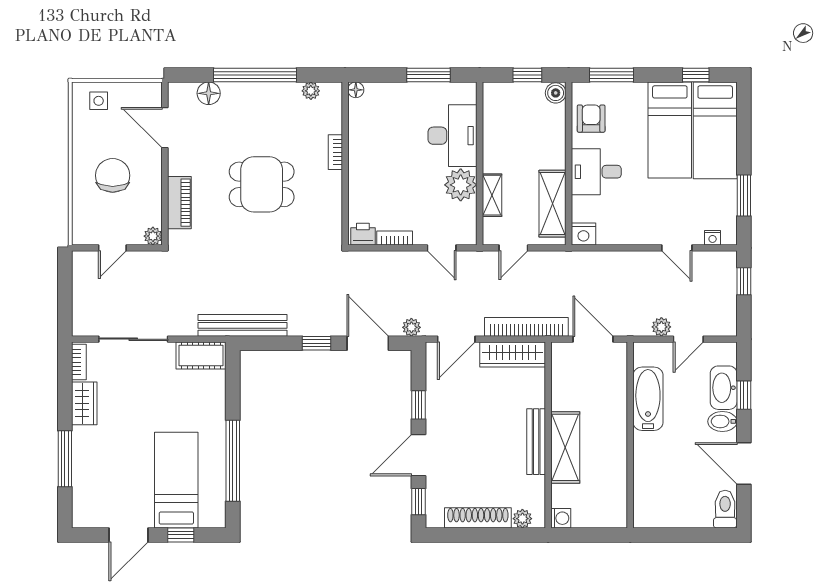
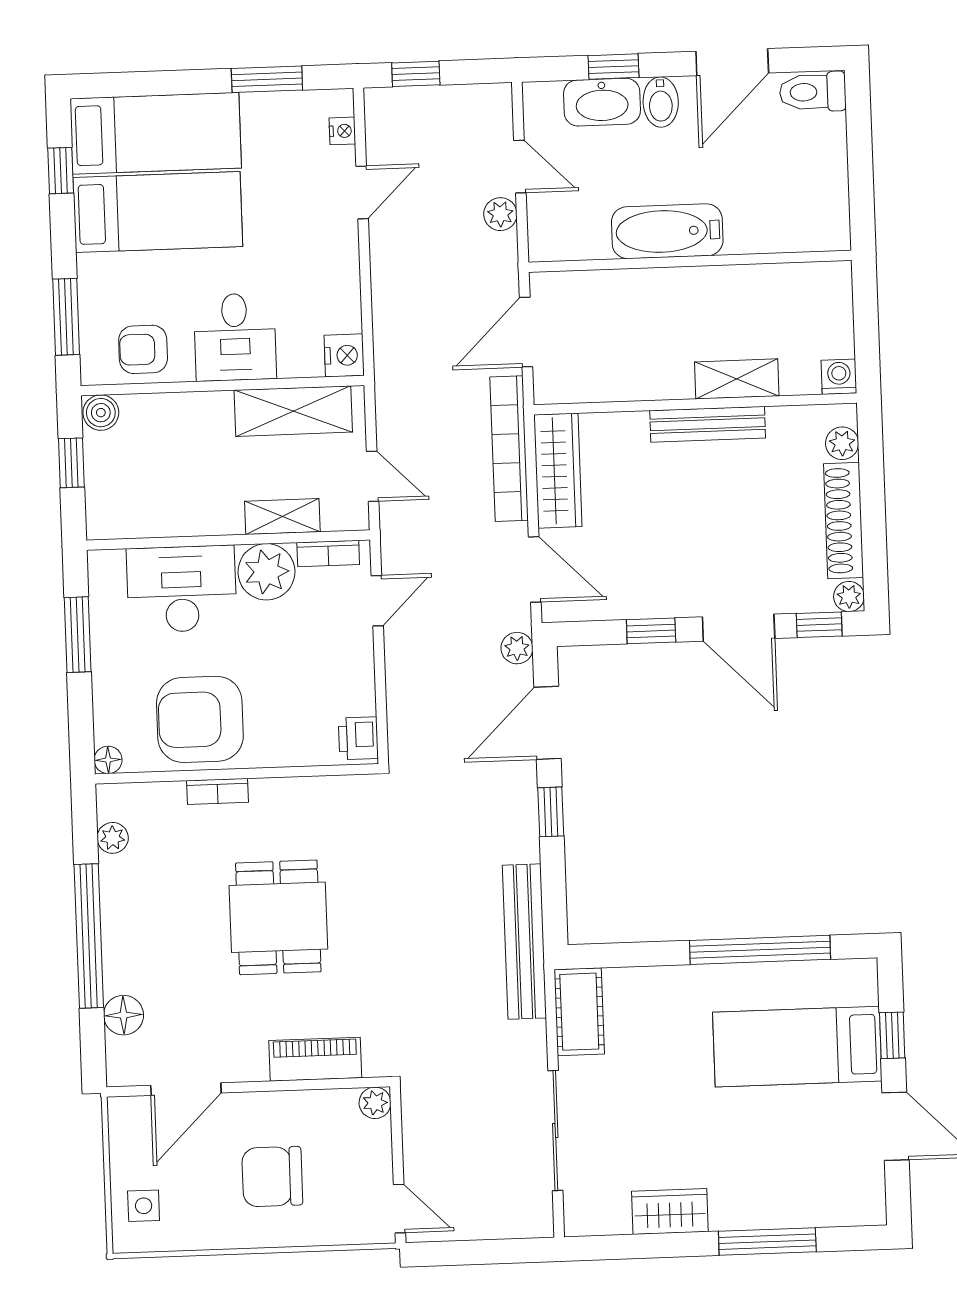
armchair: (377, 143) -> (200, 719), added
bookcase: (395, 238) -> (328, 554), moved, turned -90
door: (112, 248) -> (399, 1209), moved
bookcase: (79, 362) -> (598, 1223), removed
bathtub: (648, 399) -> (667, 231), moved
shelving: (565, 447) -> (737, 379), width x0.67, depth x0.75
plant: (434, 519) -> (849, 596), added

